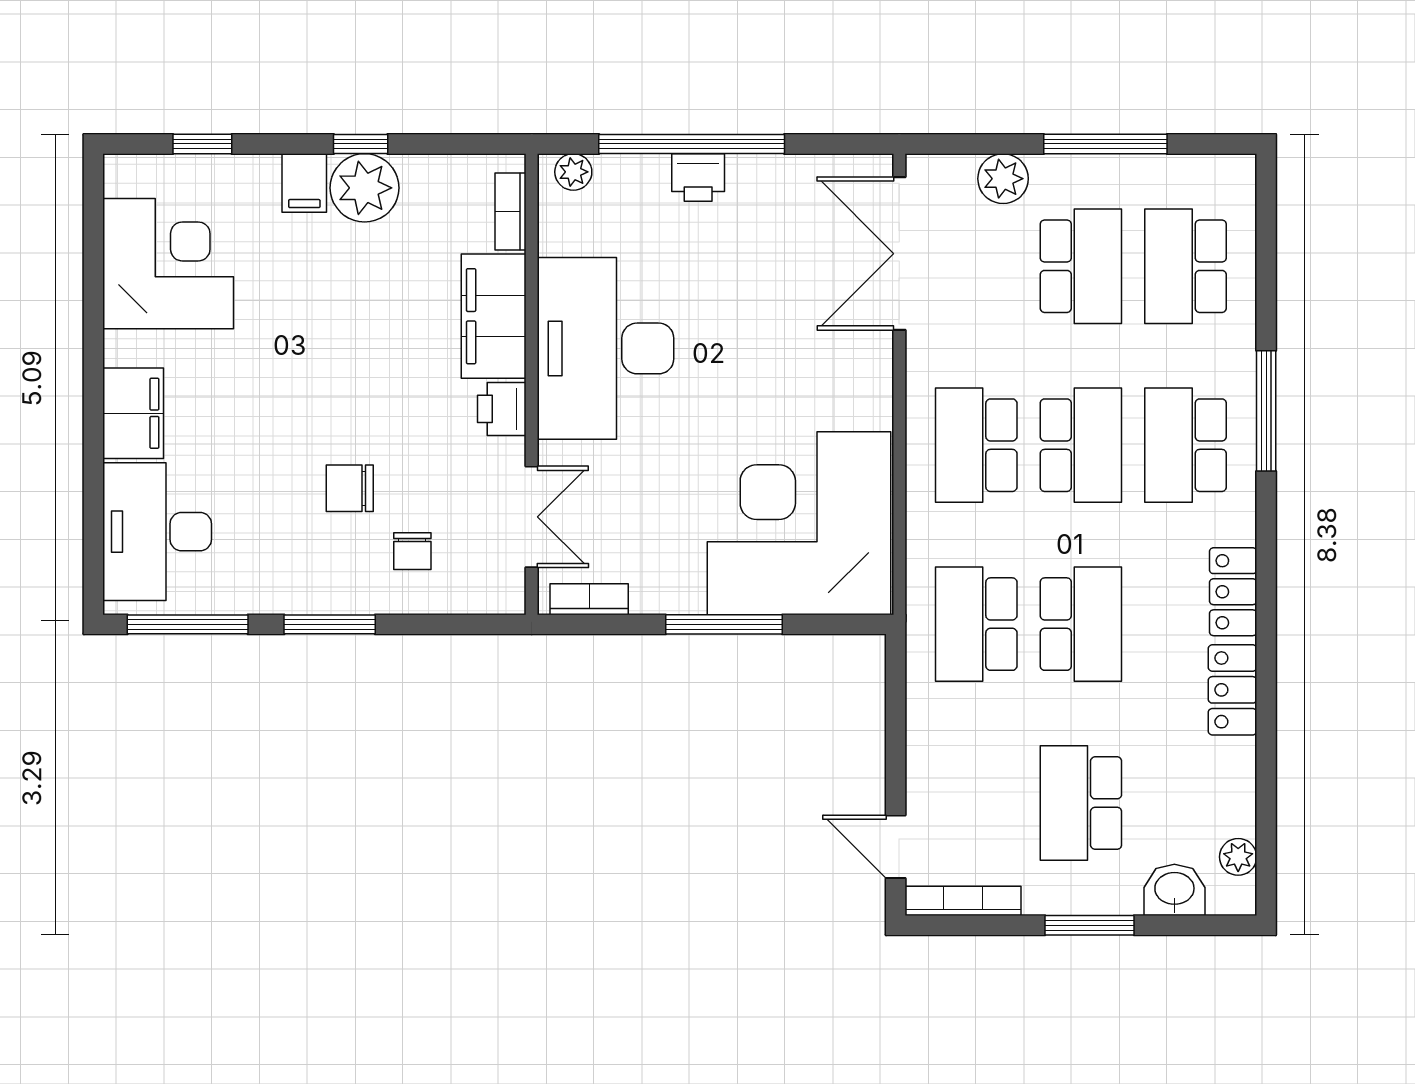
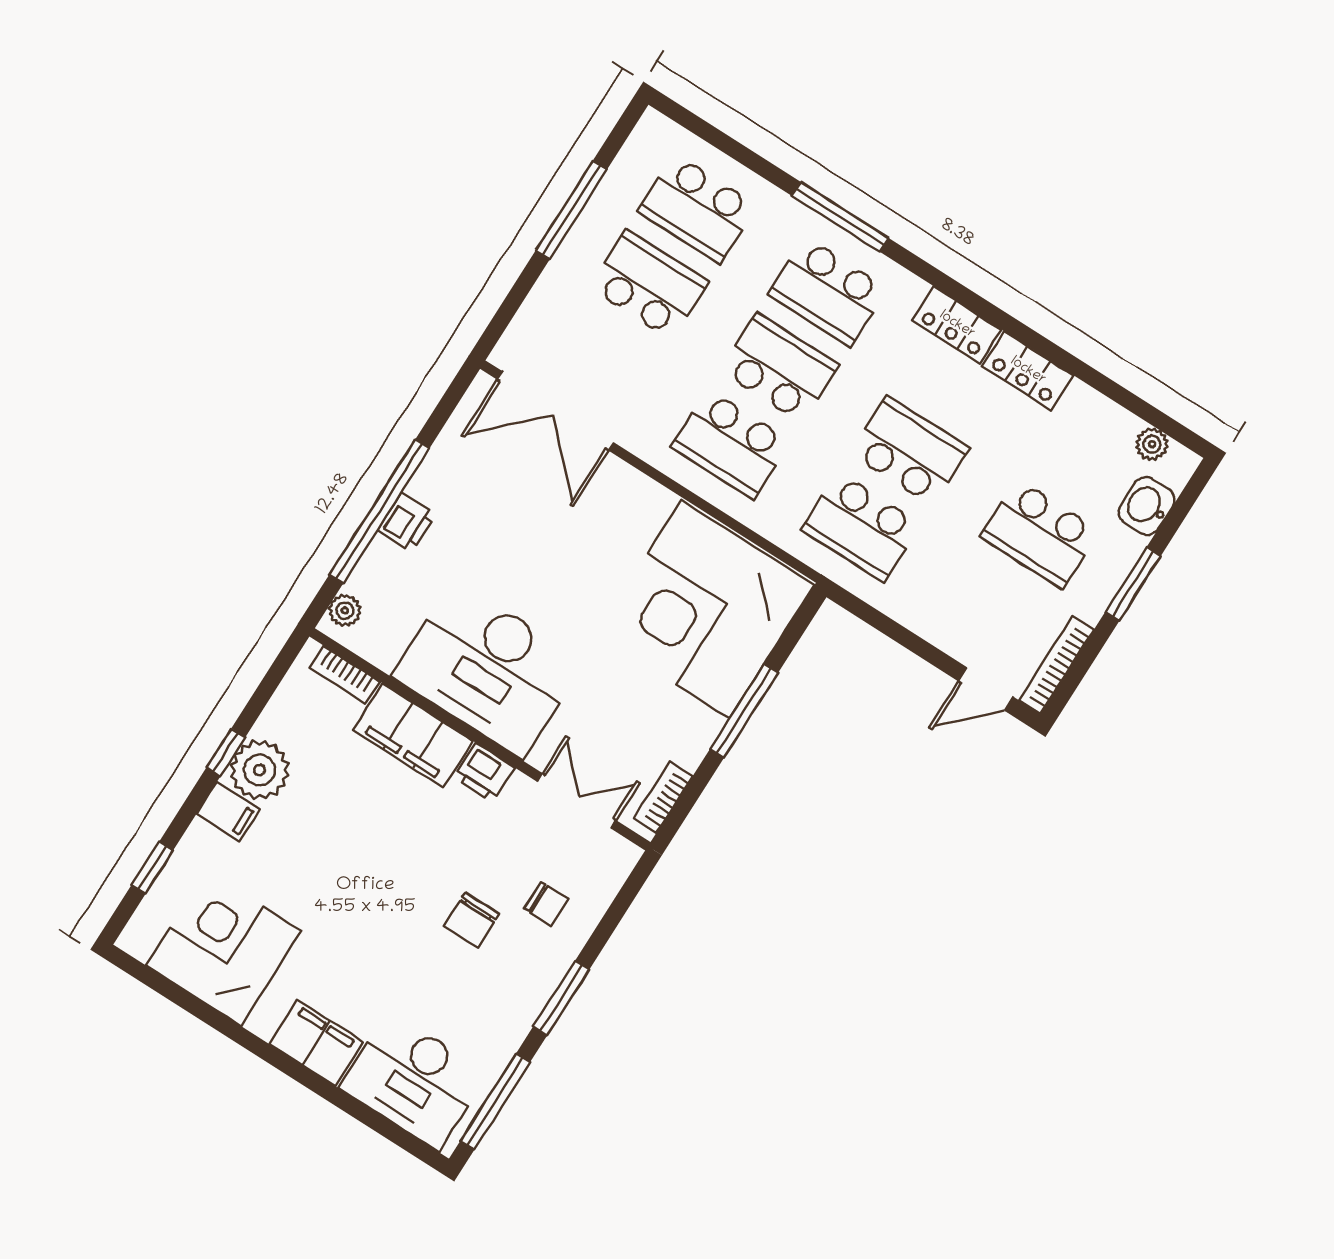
plant: (1003, 179) -> (549, 301), removed

